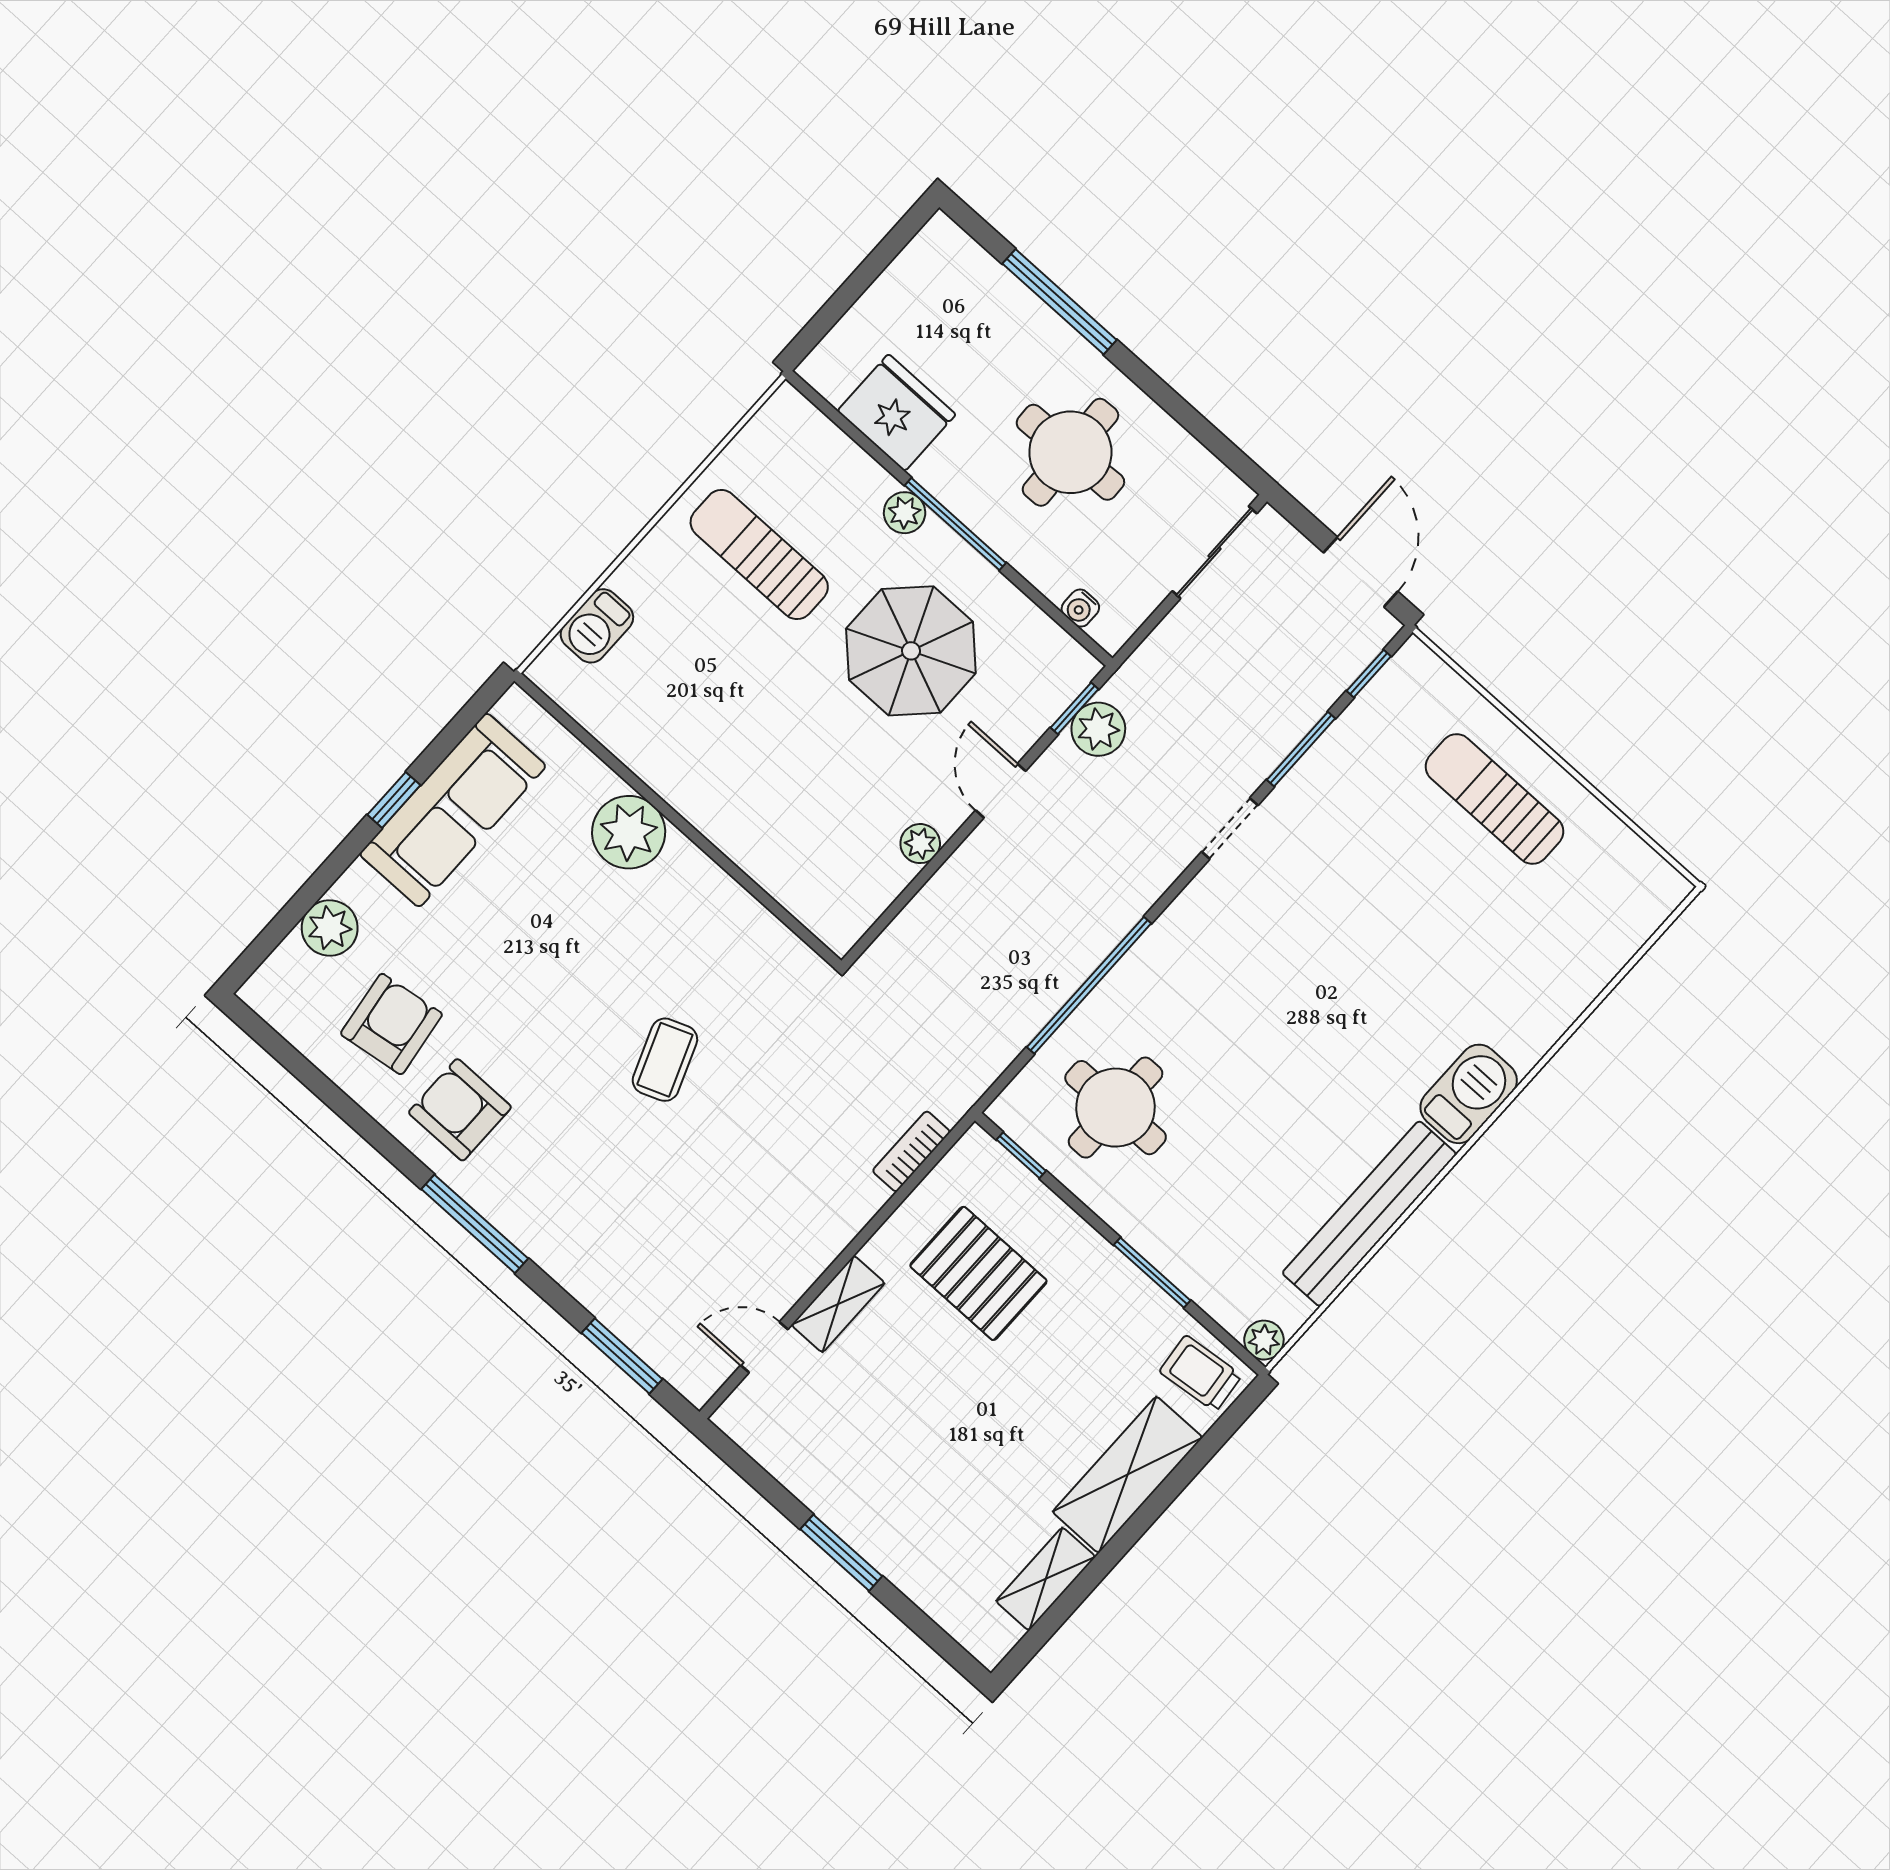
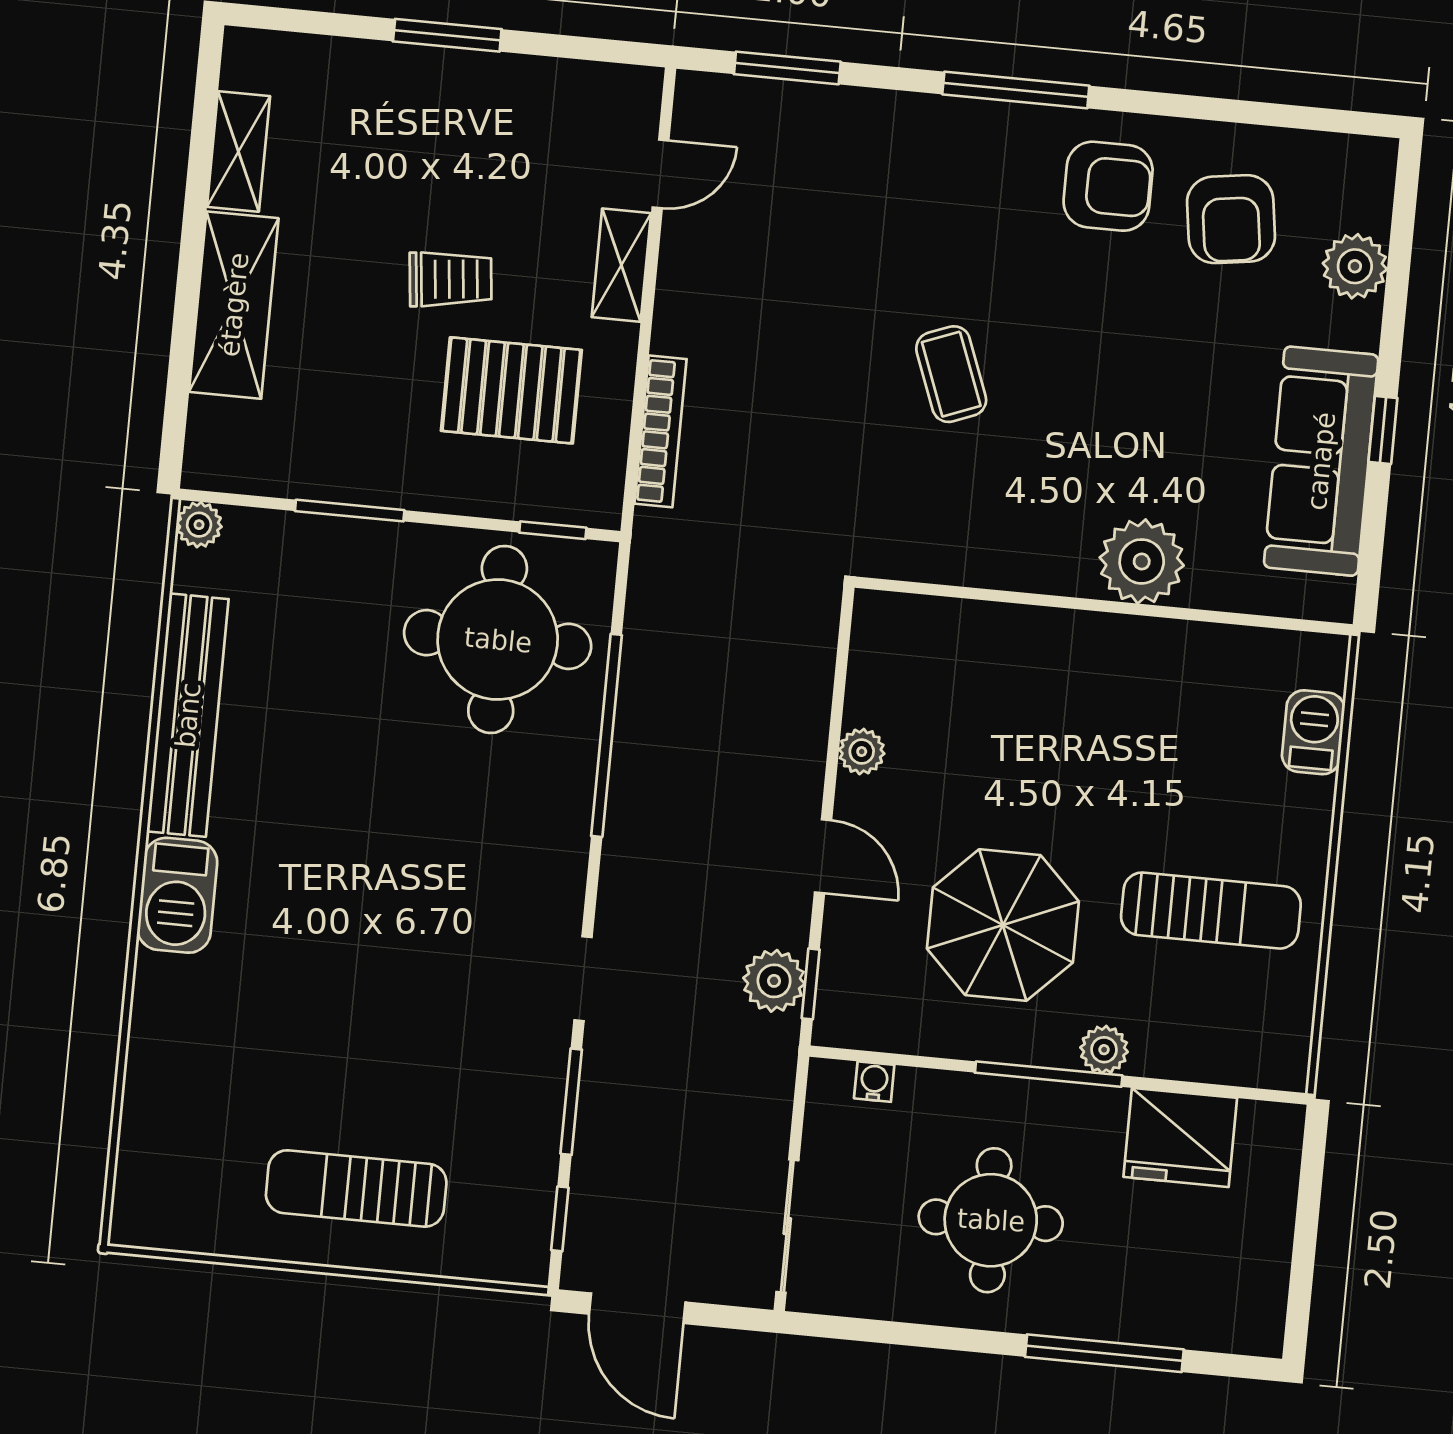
sun lounger: (1495, 799) -> (356, 1188), turned 180
round table: (1116, 1108) -> (498, 640), width x1.36, depth x1.36
bookcase: (911, 1151) -> (661, 431), width x1.56
trolley: (1201, 1373) -> (451, 279), moved

